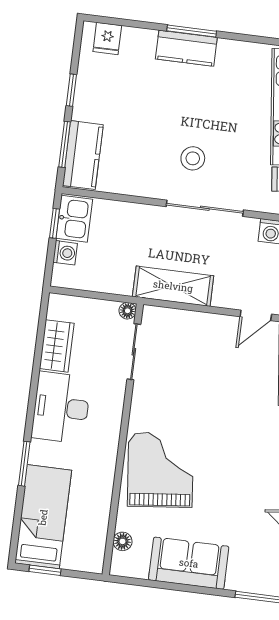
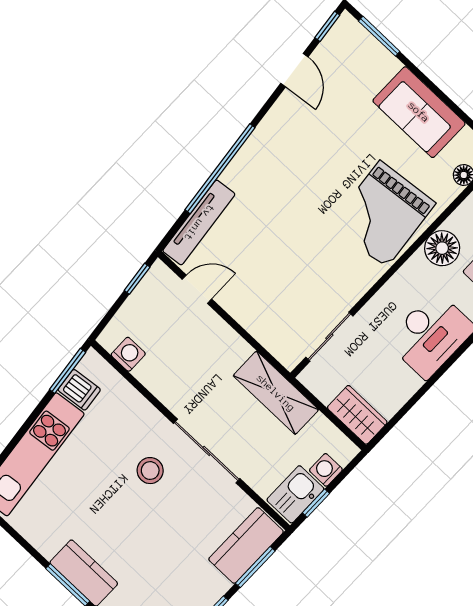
sliding door: (205, 208) -> (207, 451), moved
shelving: (173, 286) -> (276, 393), moved
floor lamp: (128, 311) -> (442, 248), moved, width x1.89, depth x1.89
wardrobe: (57, 346) -> (357, 415), moved, turned 90

